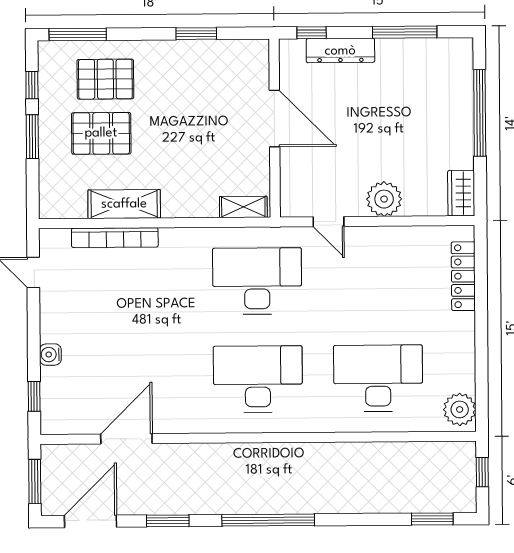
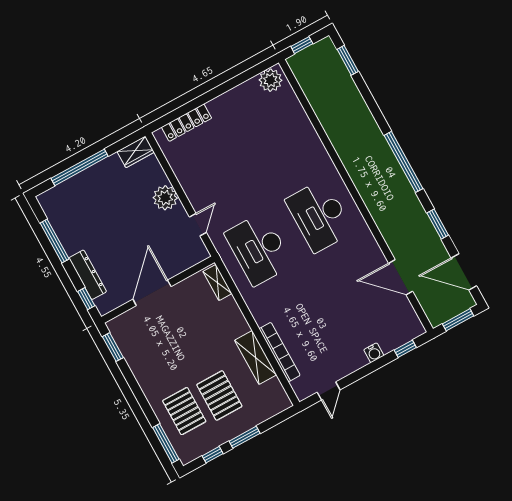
window: (196, 34) -> (113, 347), moved
desk: (378, 378) -> (278, 141), removed

